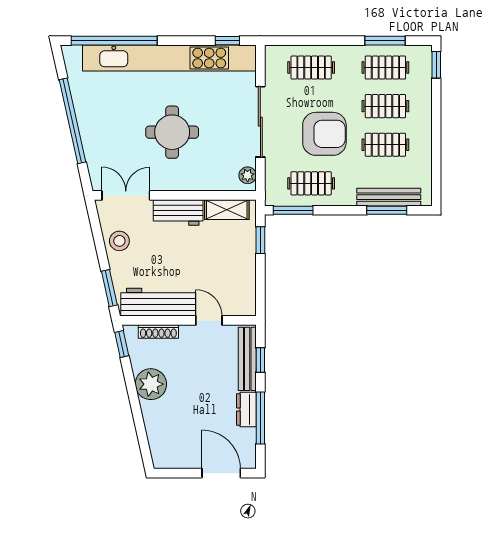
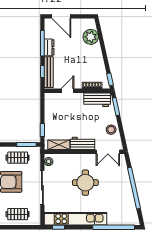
kitchen unit: (169, 58) -> (75, 219), width x0.73
workbench: (158, 302) -> (97, 100), width x0.73
door: (209, 320) -> (67, 91), swing flipped
plant: (151, 384) -> (91, 37), moved

